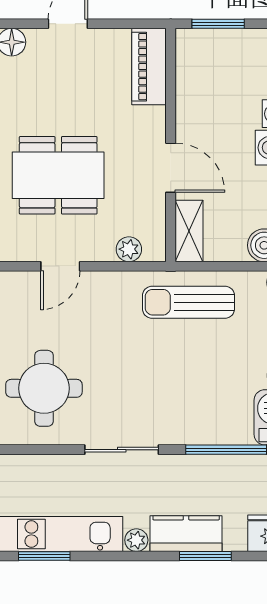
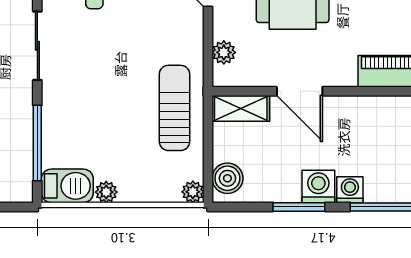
door: (171, 168) -> (300, 91), hinge flipped

